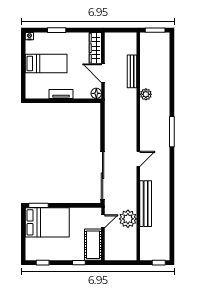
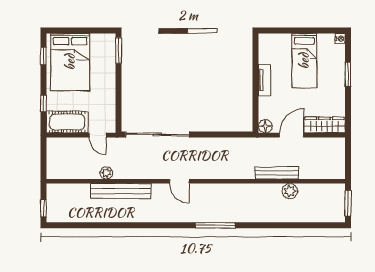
bench: (132, 71) -> (277, 173), moved
plant: (146, 94) -> (290, 191), moved
plant: (128, 219) -> (106, 173), width x0.53, depth x0.53
bed: (47, 222) -> (70, 62), moved

